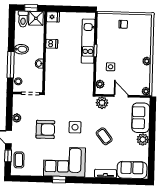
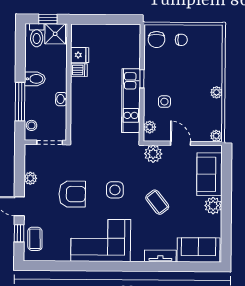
fridge: (53, 17) -> (80, 55), moved
chair: (106, 24) -> (157, 39), added
kitchen unit: (88, 41) -> (131, 101), moved
window: (59, 180) -> (94, 266), removed

